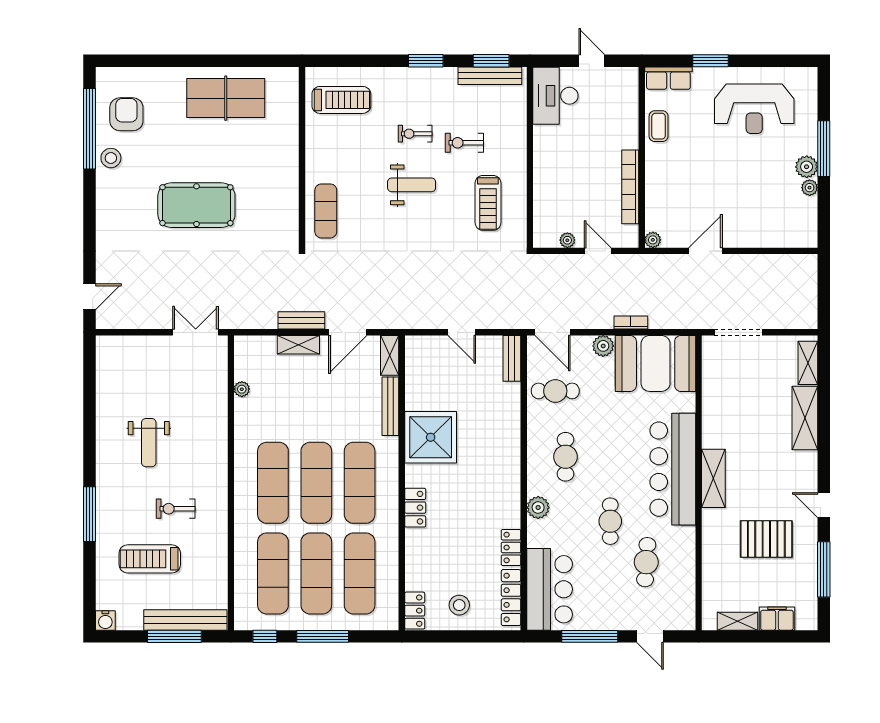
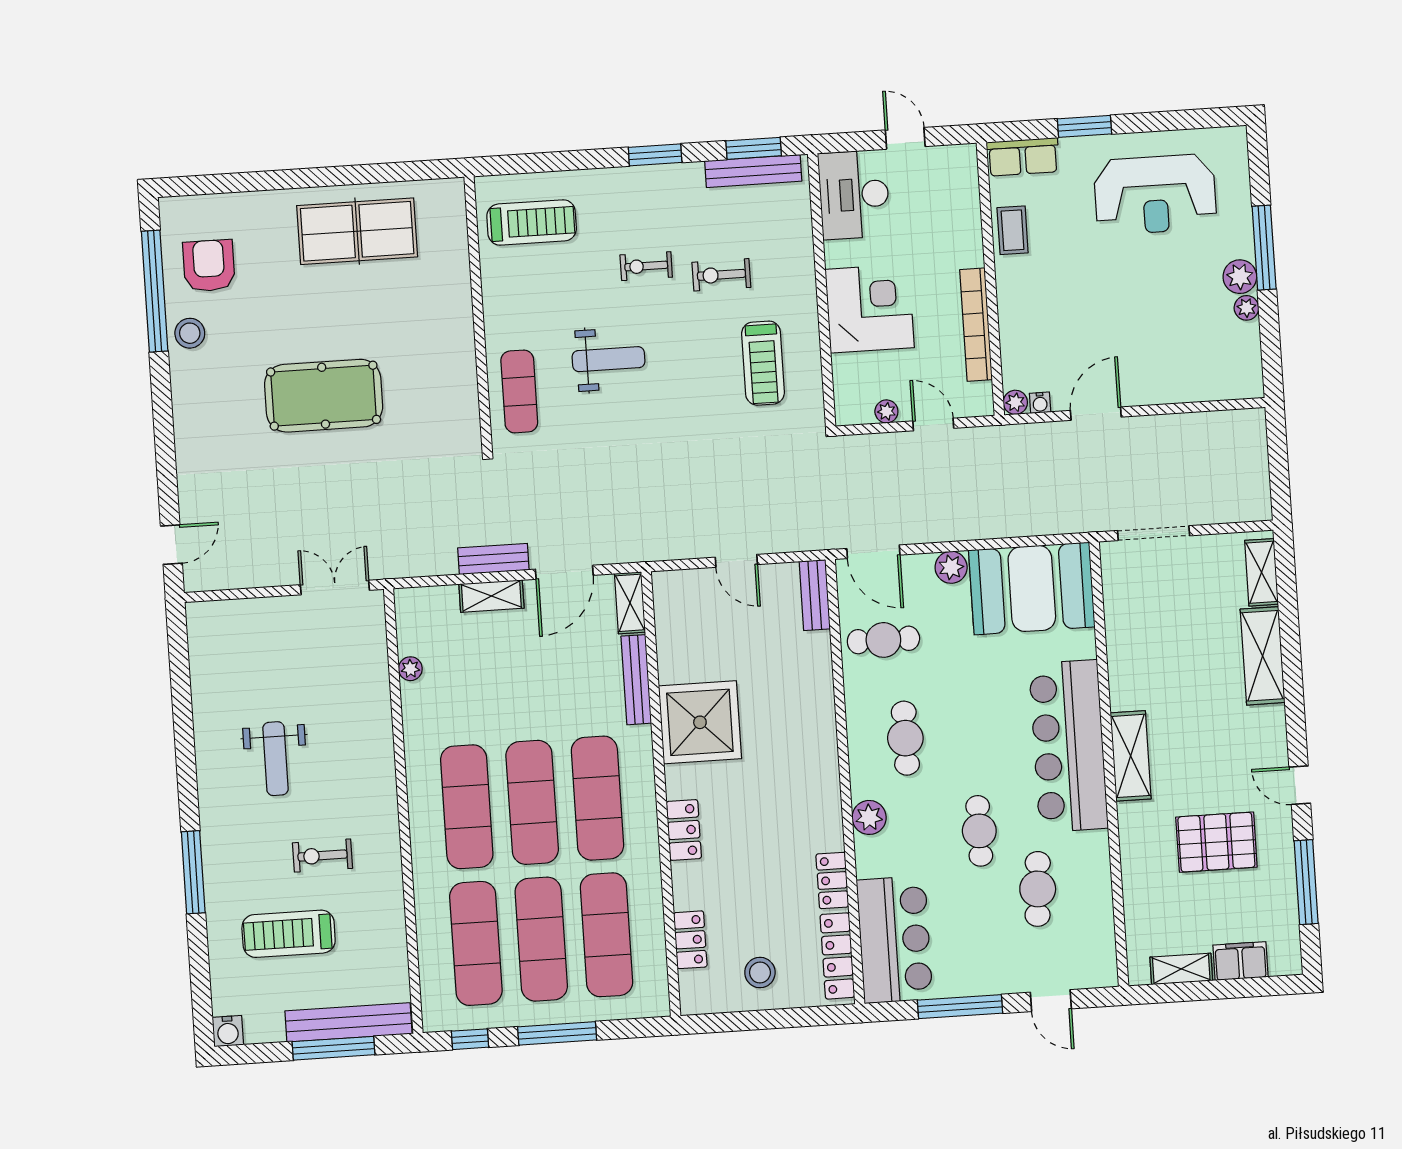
corner desk: (561, 172) -> (870, 309), added
weight bench: (412, 185) -> (609, 359), moved
water cooler: (669, 241) -> (1040, 403), added
bookcase: (631, 323) -> (990, 529), removed
locker: (415, 611) -> (690, 940), moved

